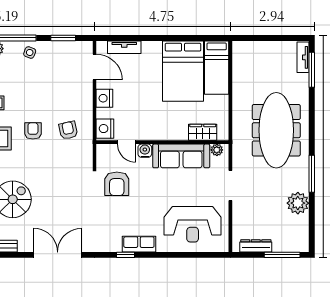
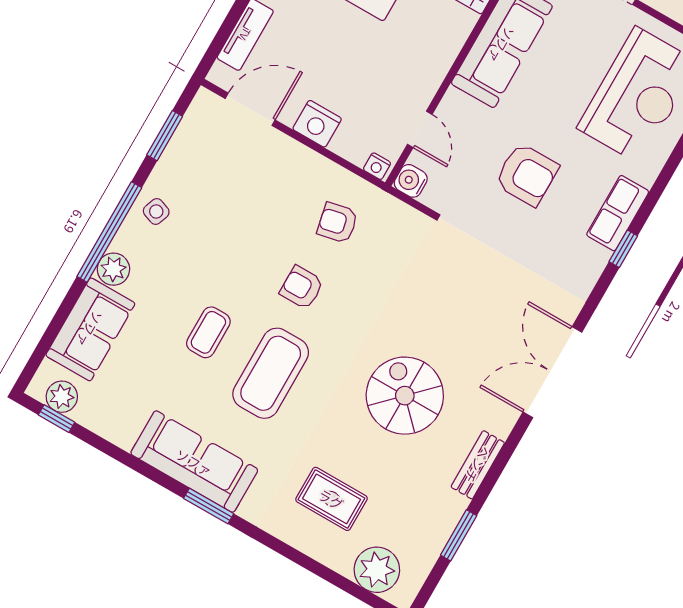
nightstand: (105, 129) -> (377, 166), width x0.53, depth x0.56
door: (127, 142) -> (420, 129), hinge flipped
water cooler: (145, 151) -> (411, 181), moved
armchair: (117, 184) -> (527, 175), moved

